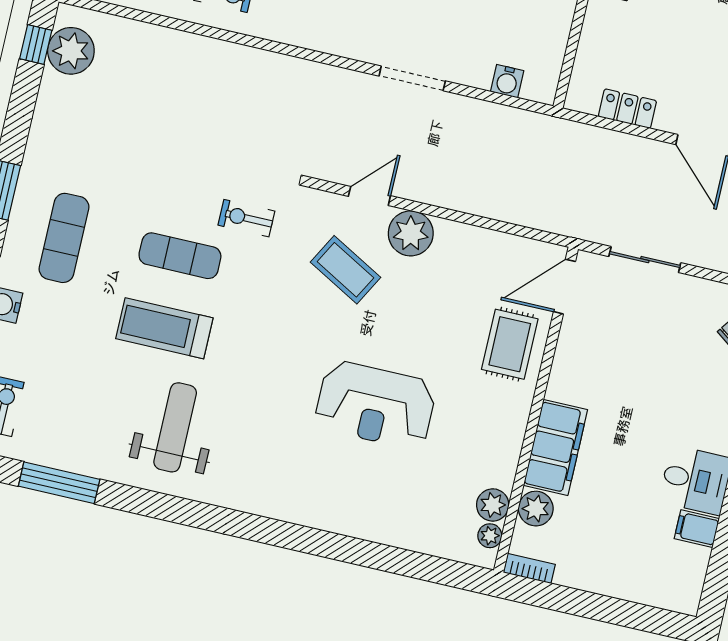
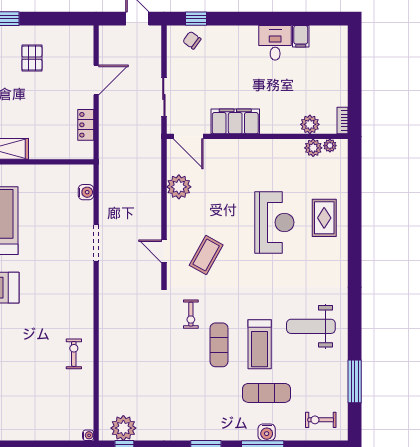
plant: (411, 233) -> (179, 187), moved
exercise mat: (64, 238) -> (267, 393), moved
rug: (510, 344) -> (324, 218), moved, turned 90
filing cabinet: (555, 448) -> (235, 121), moved

